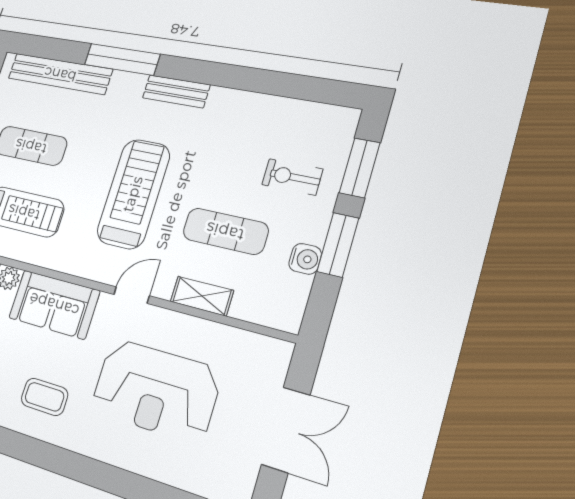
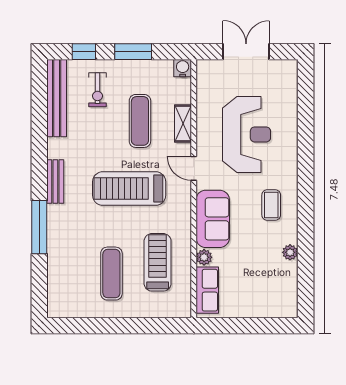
bench: (60, 74) -> (57, 98), moved
window: (360, 168) -> (84, 52), width x0.67
water cooler: (305, 259) -> (183, 68), moved

